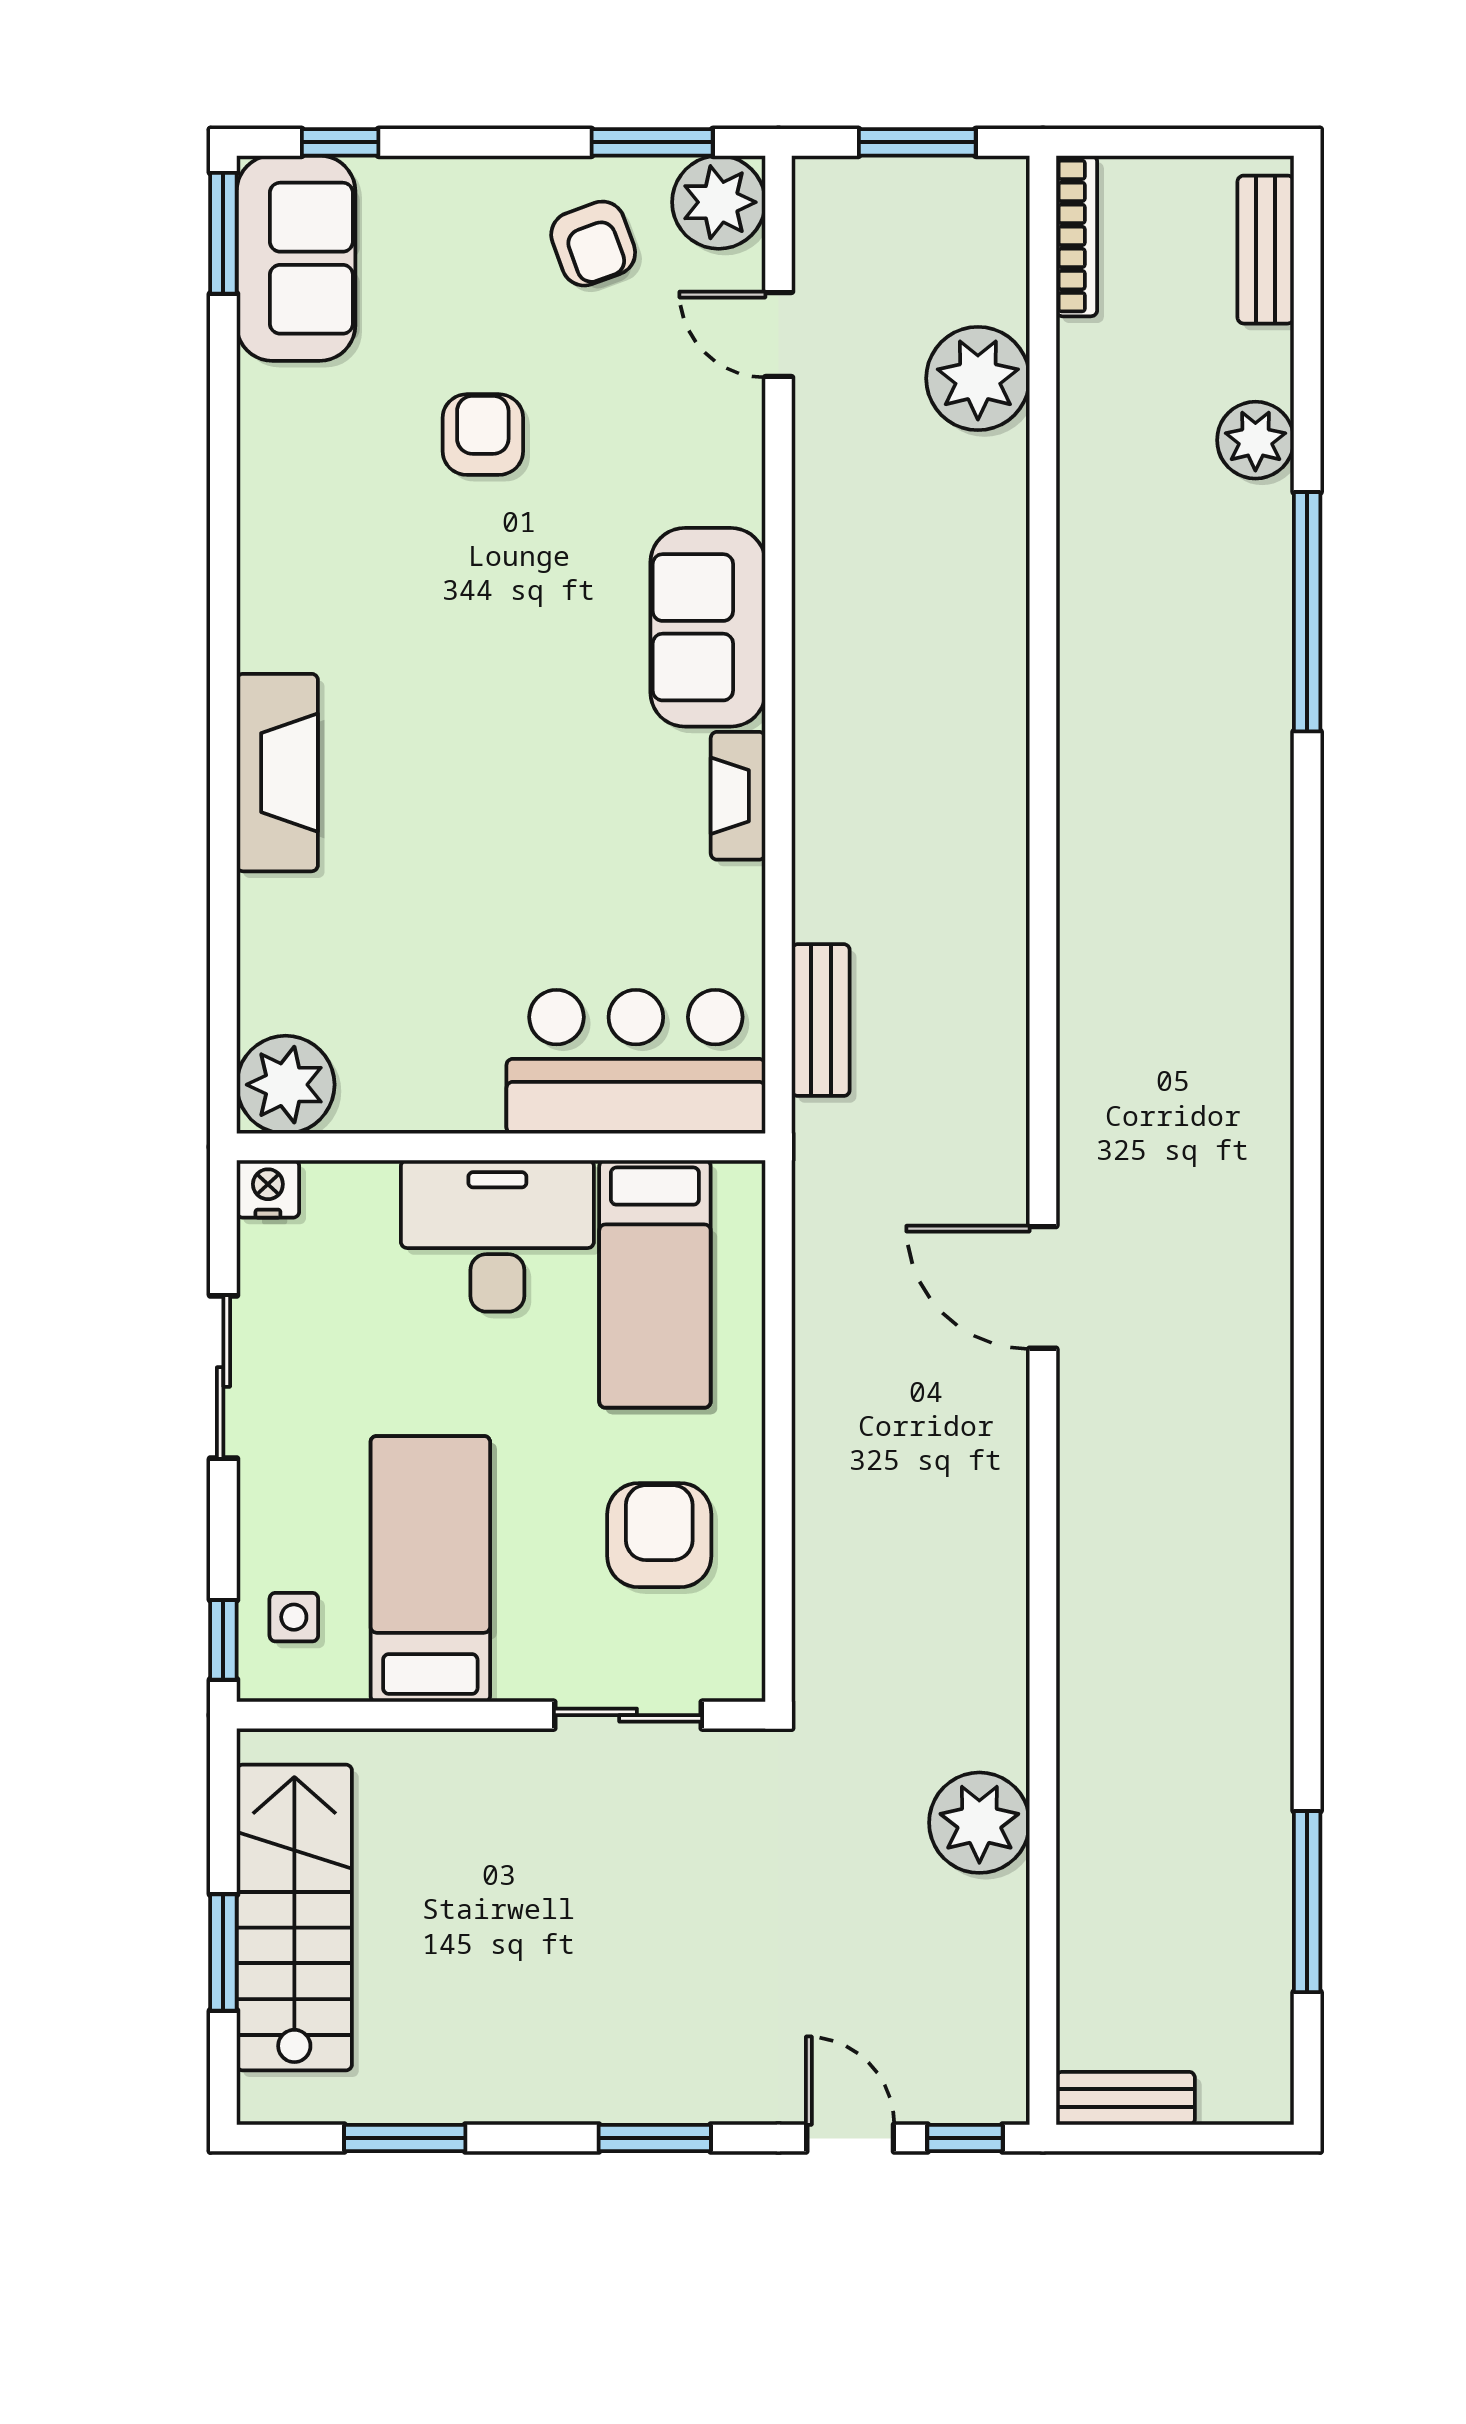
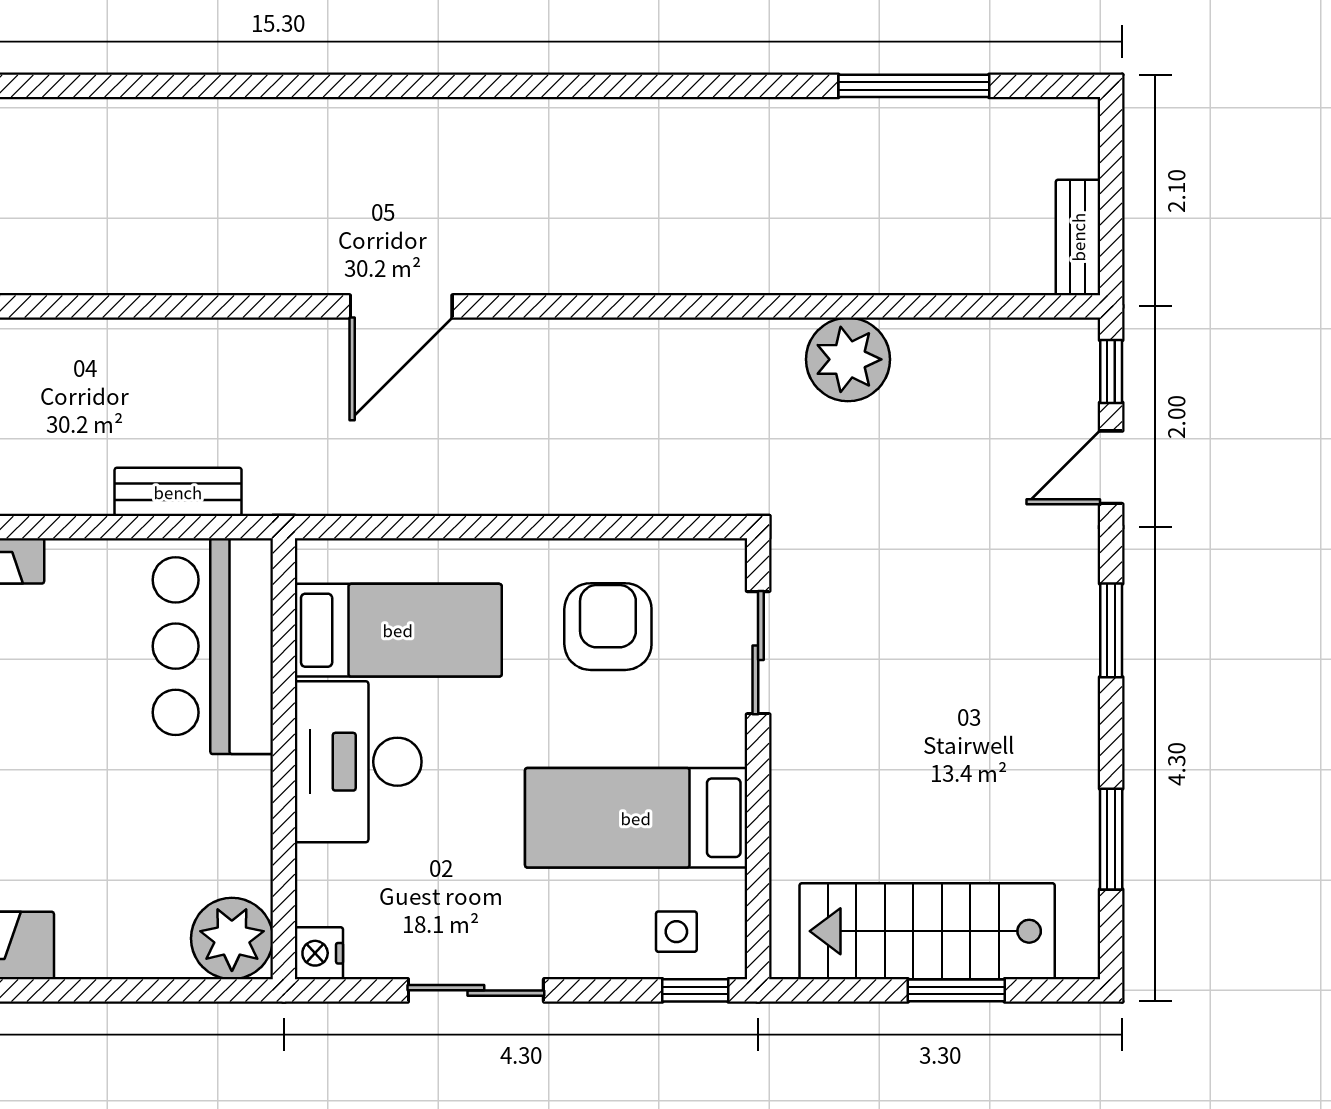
armchair: (659, 1535) -> (608, 627), turned 90

